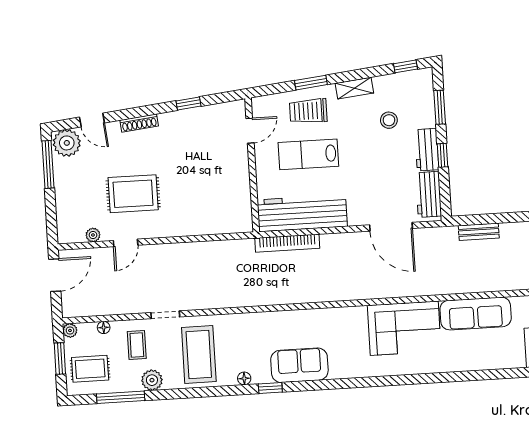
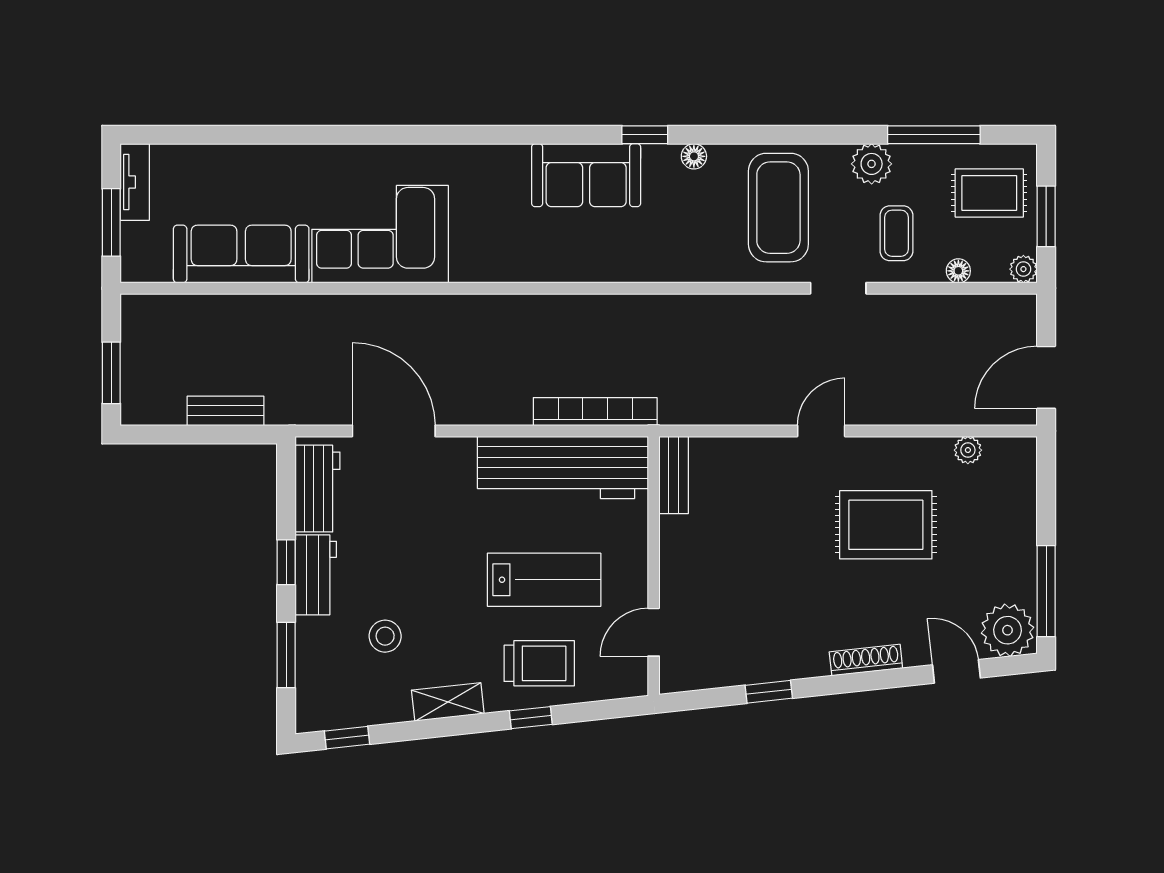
window: (311, 83) -> (531, 718), width x0.67
bench: (245, 213) -> (674, 475), added
door: (126, 243) -> (821, 431), moved

